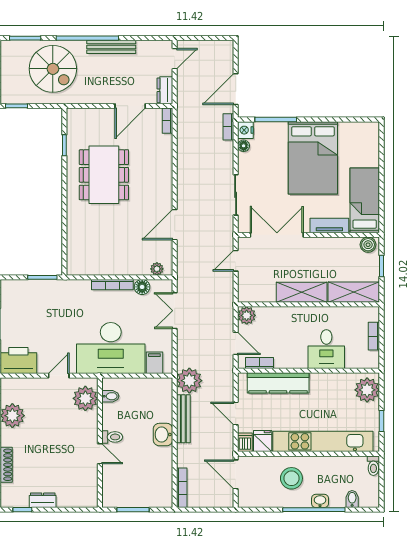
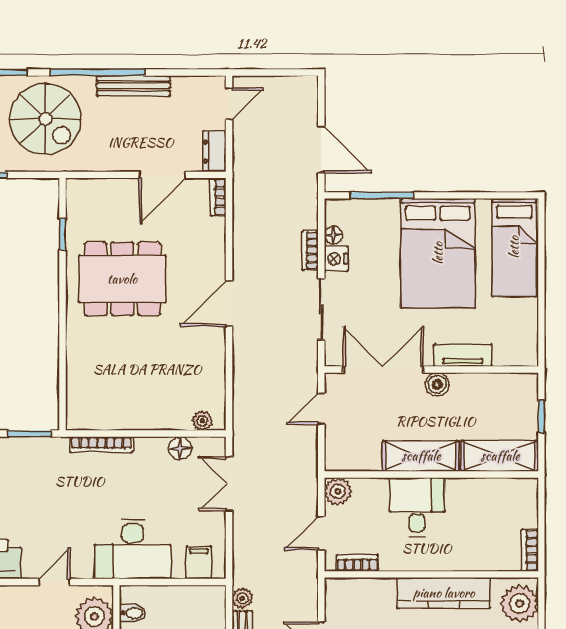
door: (236, 89) -> (321, 149), swing flipped
bookcase: (228, 127) -> (310, 250), moved
nightstand: (245, 130) -> (336, 259), moved
dining table: (104, 175) -> (122, 279), turned 90
bed: (365, 200) -> (514, 247), moved, turned 180
door: (175, 225) -> (229, 303), moved
boiler: (368, 245) -> (437, 384), moved
bookcase: (112, 285) -> (101, 445), moved
bookcase: (374, 336) -> (530, 550), moved
door: (236, 343) -> (321, 533), swing flipped
desk: (111, 348) -> (133, 549), width x0.73, depth x0.77
desk: (326, 349) -> (417, 507), moved, turned 180
plant: (189, 381) -> (242, 598), width x0.53, depth x0.53
kitchen counter: (278, 383) -> (444, 593), moved

